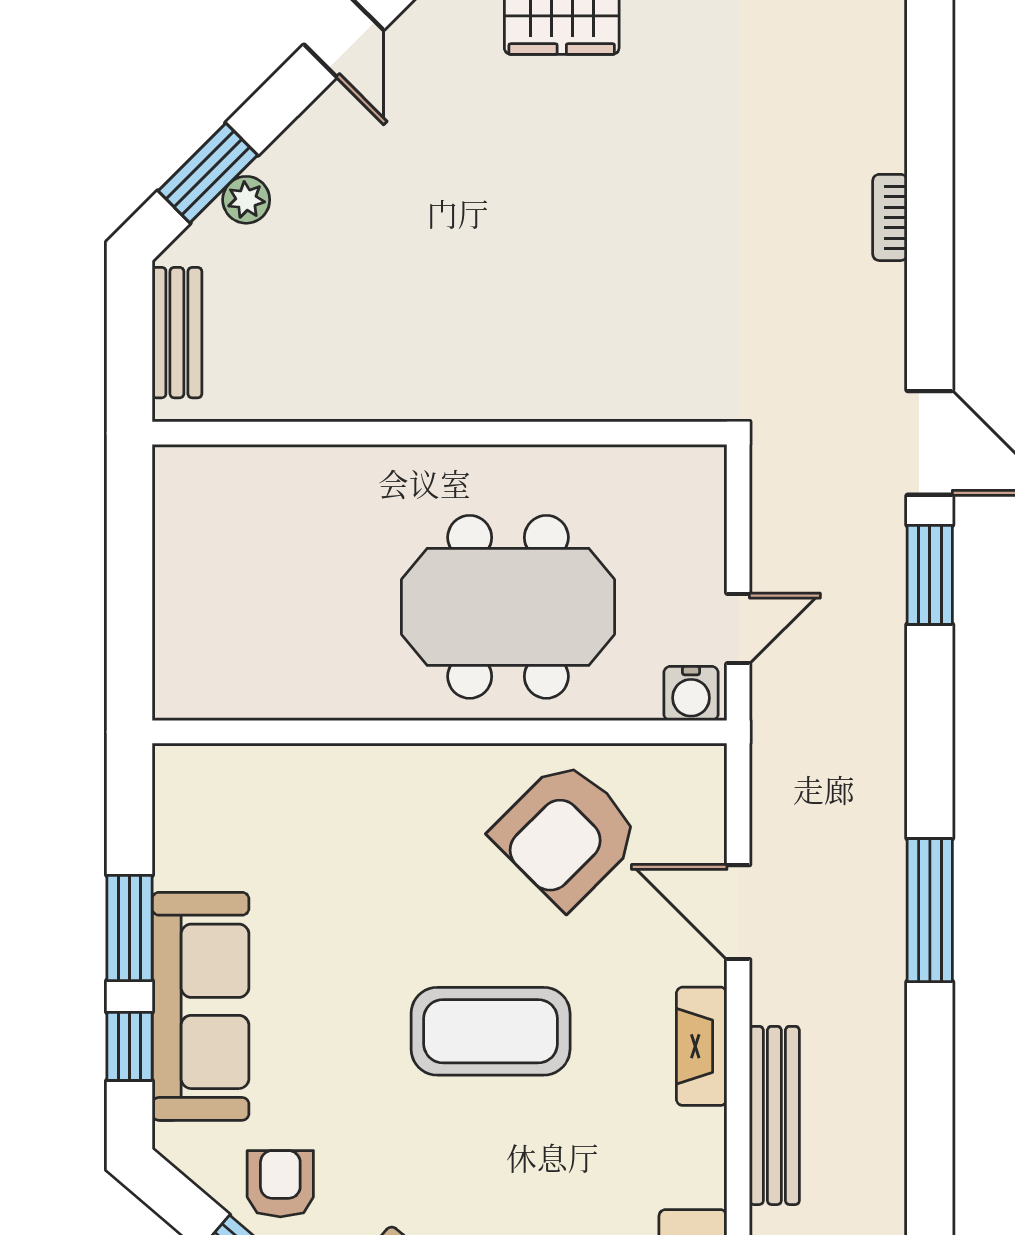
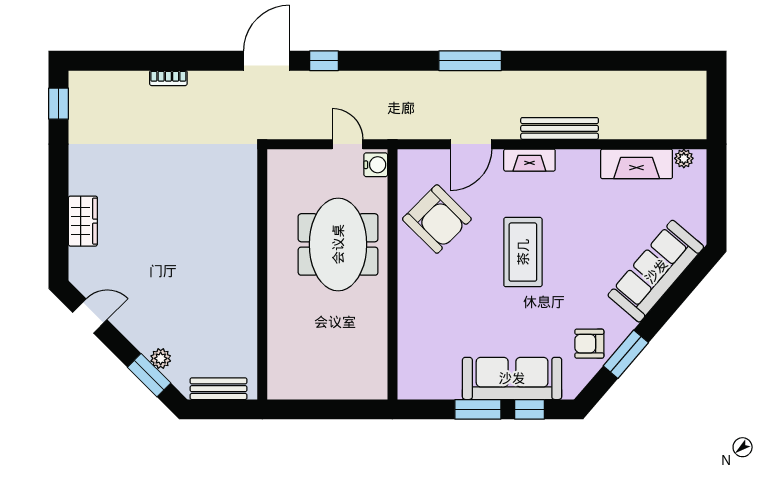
window: (930, 575) -> (324, 61), width x0.67

